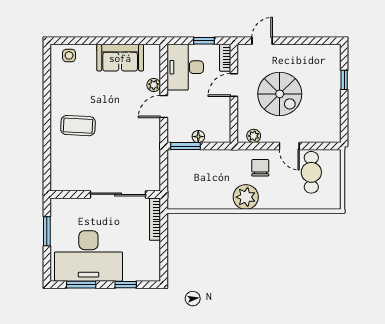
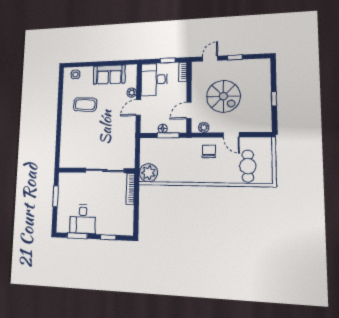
window: (295, 41) -> (235, 57), added
window: (344, 80) -> (274, 99), moved
door: (234, 85) -> (189, 110), moved
coffee table: (78, 126) -> (85, 105), moved
window: (185, 146) -> (168, 135), moved
cafe table: (311, 172) -> (248, 166), moved
plant: (246, 197) -> (148, 173), moved
desk: (88, 256) -> (83, 219), width x0.53, depth x0.77

